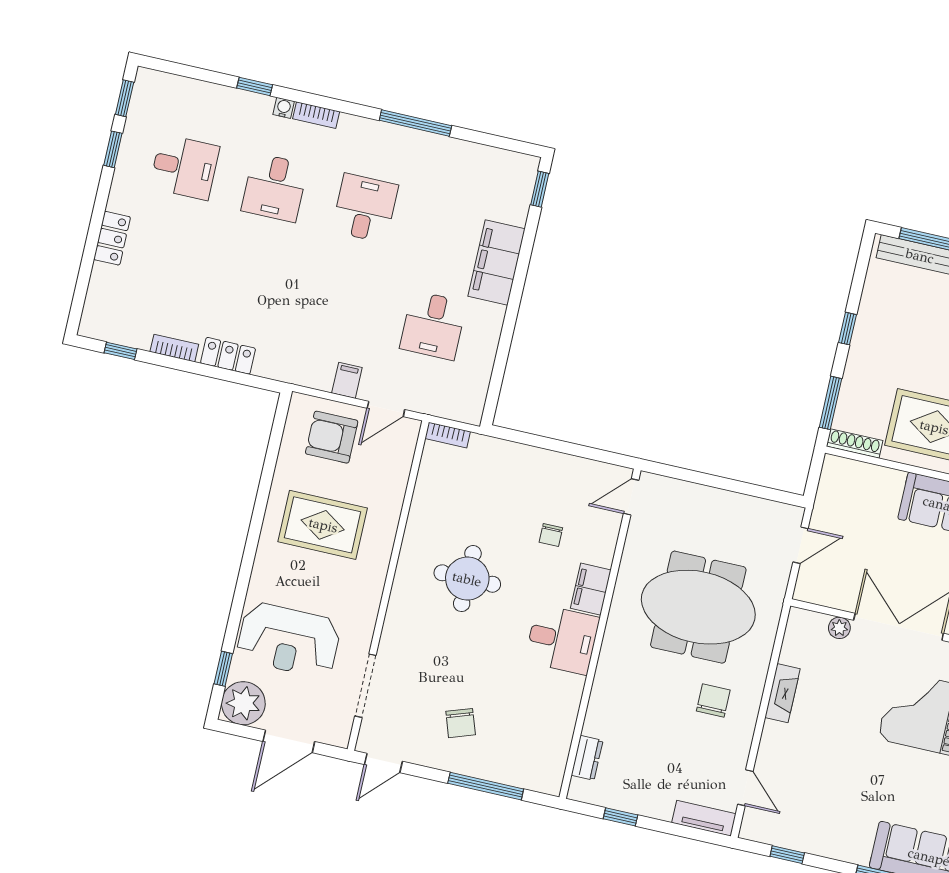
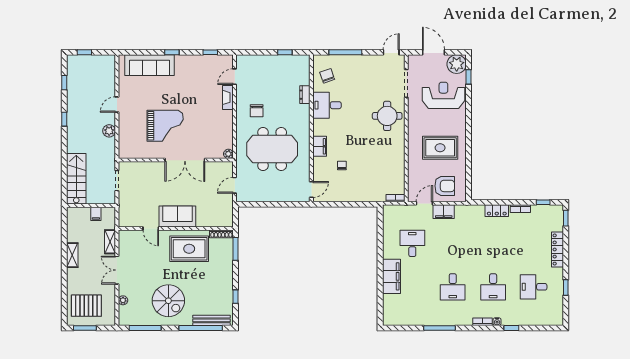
window: (125, 98) -> (566, 218), moved
desk: (275, 188) -> (493, 287), turned 180
window: (540, 189) -> (380, 312), removed
locker: (112, 238) -> (558, 250), width x1.53
window: (847, 329) -> (235, 297), moved
filing cabinet: (347, 380) -> (444, 212), width x2.00
round table: (467, 579) -> (387, 116), moved
plant: (839, 628) -> (228, 154), moved
desk: (562, 640) -> (327, 105), moved
fireplace: (782, 693) -> (228, 97), moved
chair: (461, 723) -> (327, 76), moved
door: (289, 741) -> (434, 52), hinge flipped
dresser: (587, 758) -> (305, 95), moved
door: (745, 788) -> (235, 77), hinge flipped
tv unit: (704, 818) -> (249, 60), removed

